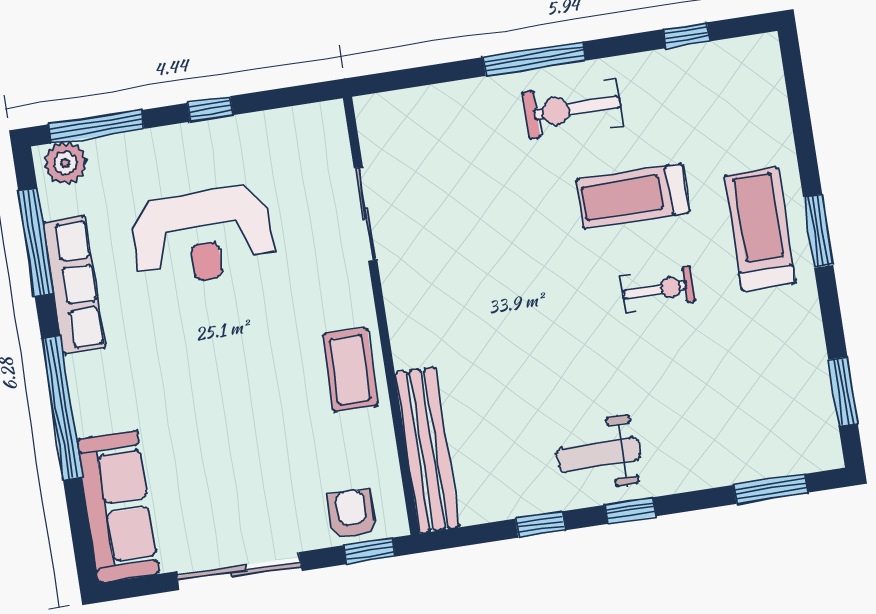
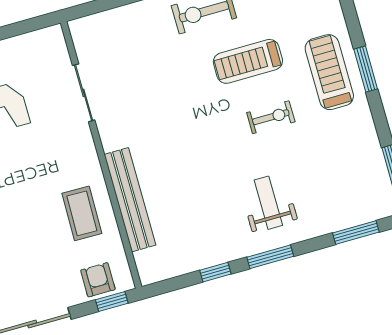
coffee table: (350, 370) -> (82, 213), moved
bench: (427, 450) -> (130, 200), moved
weight bench: (598, 454) -> (268, 203), moved, turned 90
window: (630, 511) -> (270, 257), width x1.50

